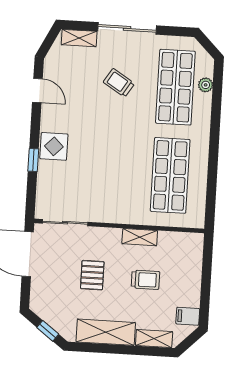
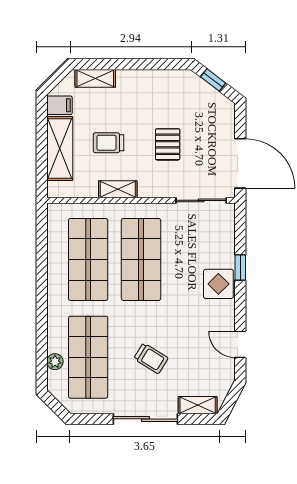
shop shelf: (122, 173) -> (141, 259), added
shelving: (106, 332) -> (60, 148), moved, turned 90

